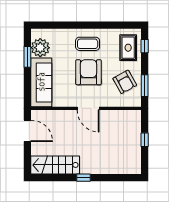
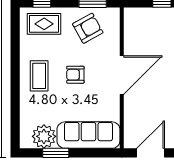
armchair: (88, 72) -> (75, 75), width x0.53, depth x0.53
door: (88, 108) -> (122, 75), width x1.36

